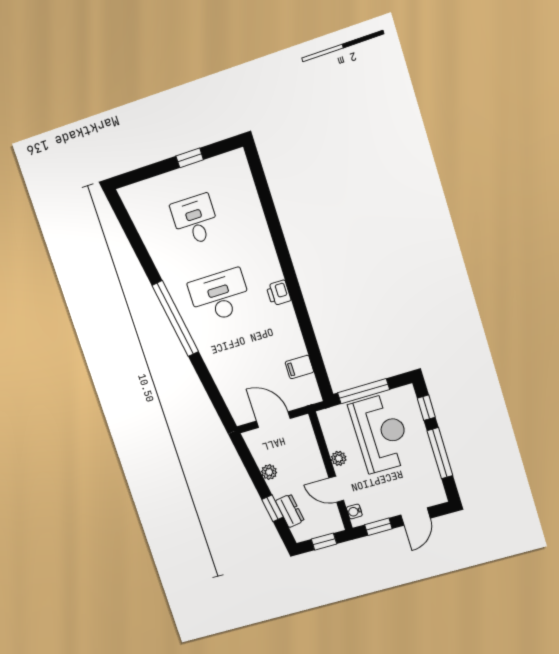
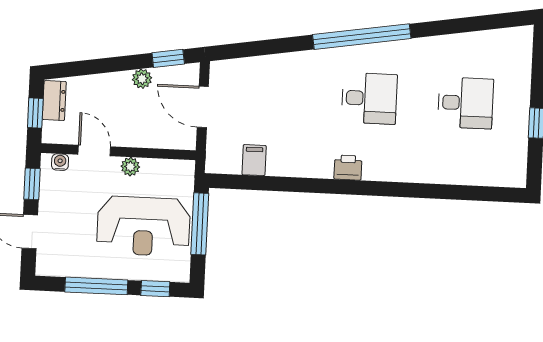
desk: (220, 296) -> (369, 98), width x0.73
door: (273, 420) -> (203, 107), swing flipped
door: (336, 489) -> (94, 151), hinge flipped
window: (272, 508) -> (168, 58), moved
dresser: (290, 511) -> (54, 101), moved, turned -81

